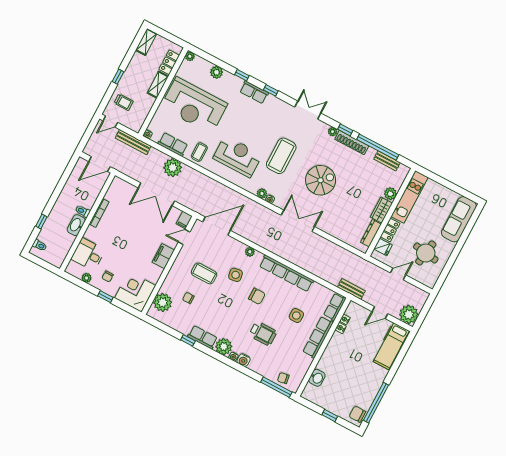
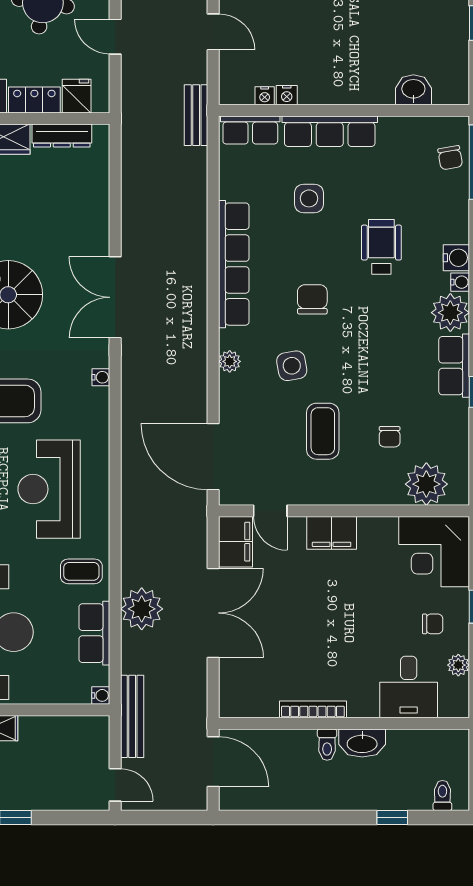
trolley: (124, 102) -> (61, 779), removed
plant: (262, 193) -> (98, 400), removed
filing cabinet: (184, 220) -> (236, 542), width x2.00

